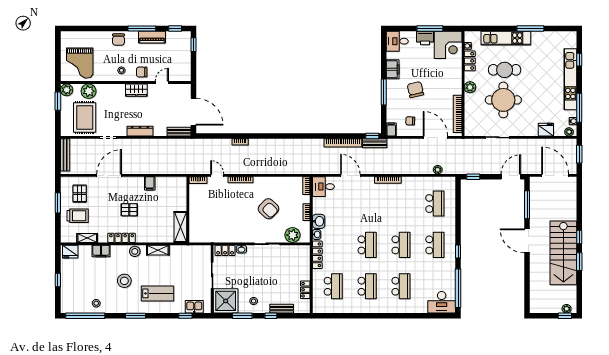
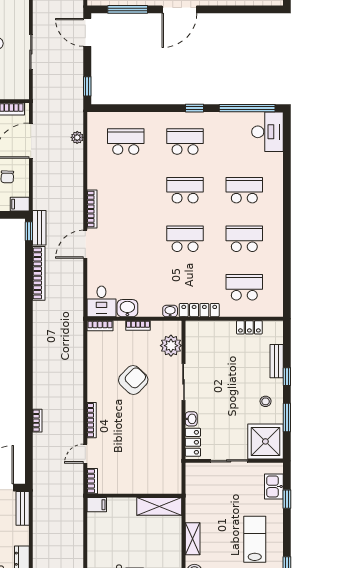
door: (350, 175) -> (85, 244), moved
filing cabinet: (150, 183) -> (97, 505), moved
washbasin: (319, 221) -> (127, 308), moved

